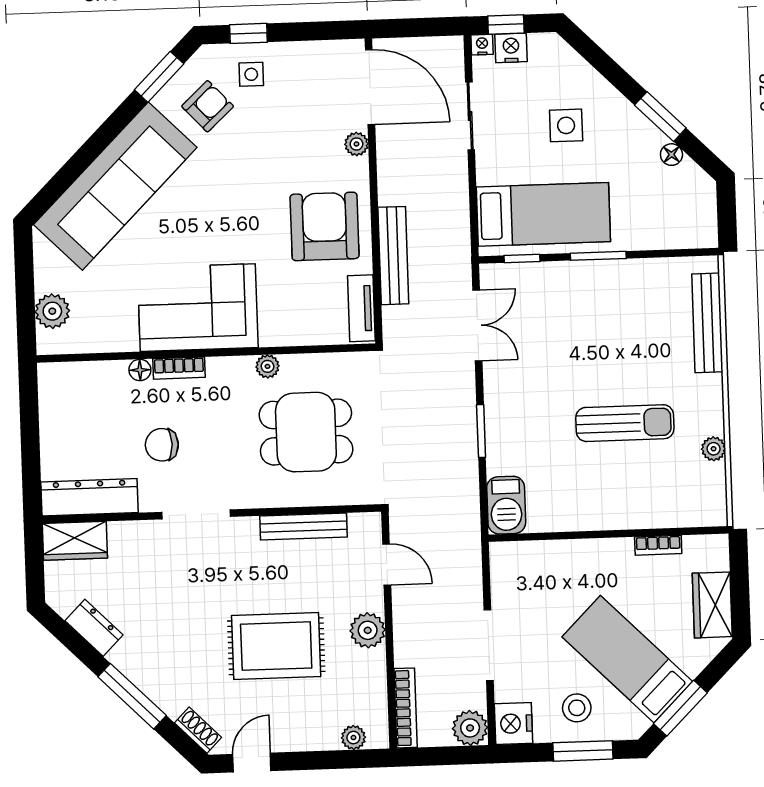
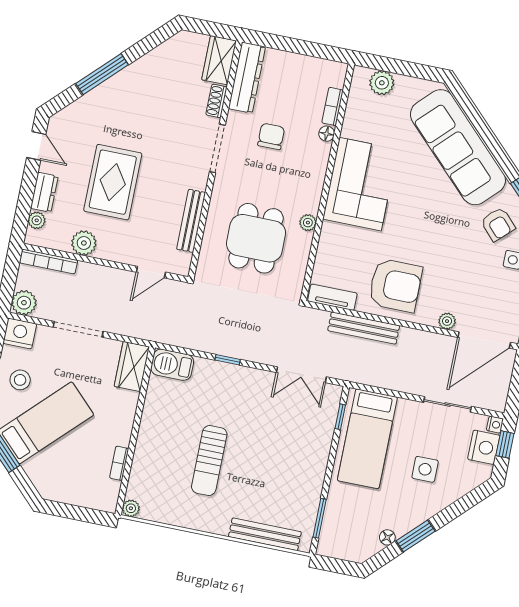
nightstand: (511, 48) -> (484, 447), width x1.36, depth x1.33
window: (598, 256) -> (320, 518), moved
bookcase: (179, 368) -> (333, 106), moved
window: (481, 431) -> (228, 360), width x0.67
plant: (714, 449) -> (131, 508), moved
wardrobe: (712, 605) -> (132, 366), moved, turned -90
dresser: (94, 628) -> (44, 192), moved, turned -45
plant: (368, 630) -> (84, 243), moved
shoe rack: (198, 730) -> (216, 101), moved, turned 135

